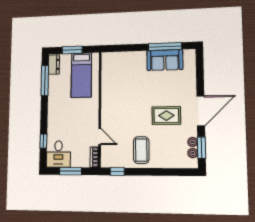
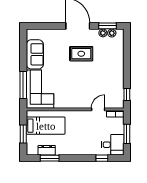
window: (165, 46) -> (23, 85), moved
dresser: (54, 65) -> (47, 150), moved
corner sofa: (124, 67) -> (40, 89), added
window: (45, 81) -> (50, 158), width x0.69
rug: (166, 116) -> (81, 54), turned 90
coffee table: (141, 150) -> (109, 75), removed

